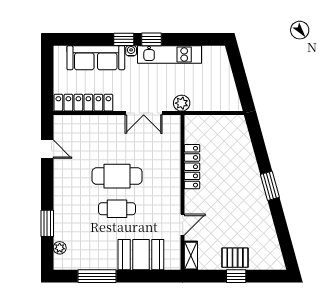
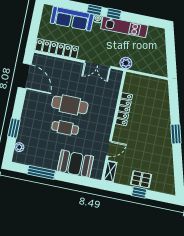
door: (47, 149) -> (25, 76), width x1.88

